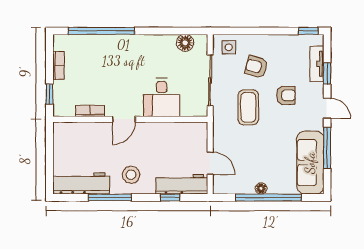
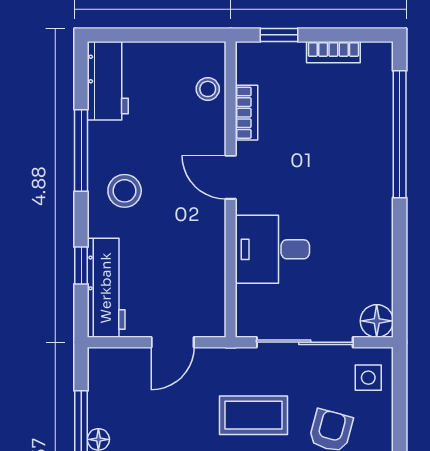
floor lamp: (185, 43) -> (377, 321), moved
stool: (78, 131) -> (208, 89), added
door: (210, 163) -> (173, 342), moved
workbench: (81, 183) -> (108, 81), width x0.73

